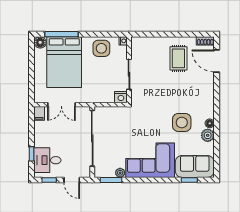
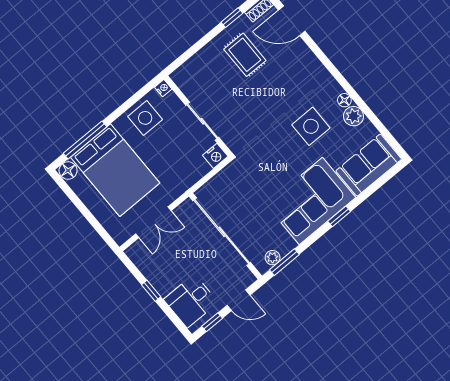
window: (188, 34) -> (232, 18), added
filing cabinet: (39, 113) -> (136, 254), removed
window: (31, 154) -> (151, 291), moved
plant: (120, 173) -> (273, 258), moved
window: (189, 180) -> (339, 216), moved

